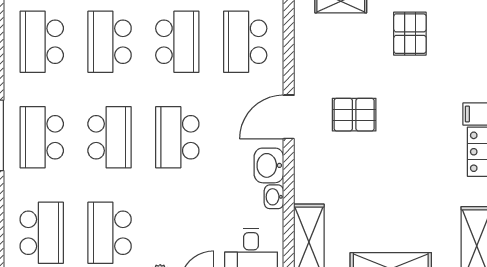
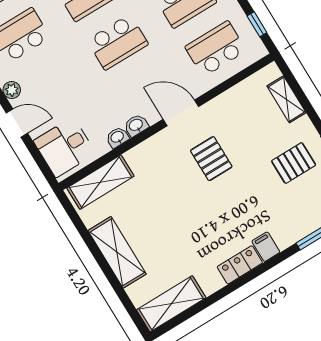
school desk: (177, 137) -> (118, 42), turned 180
washbasin: (269, 165) -> (136, 125), width x0.72, depth x0.69

